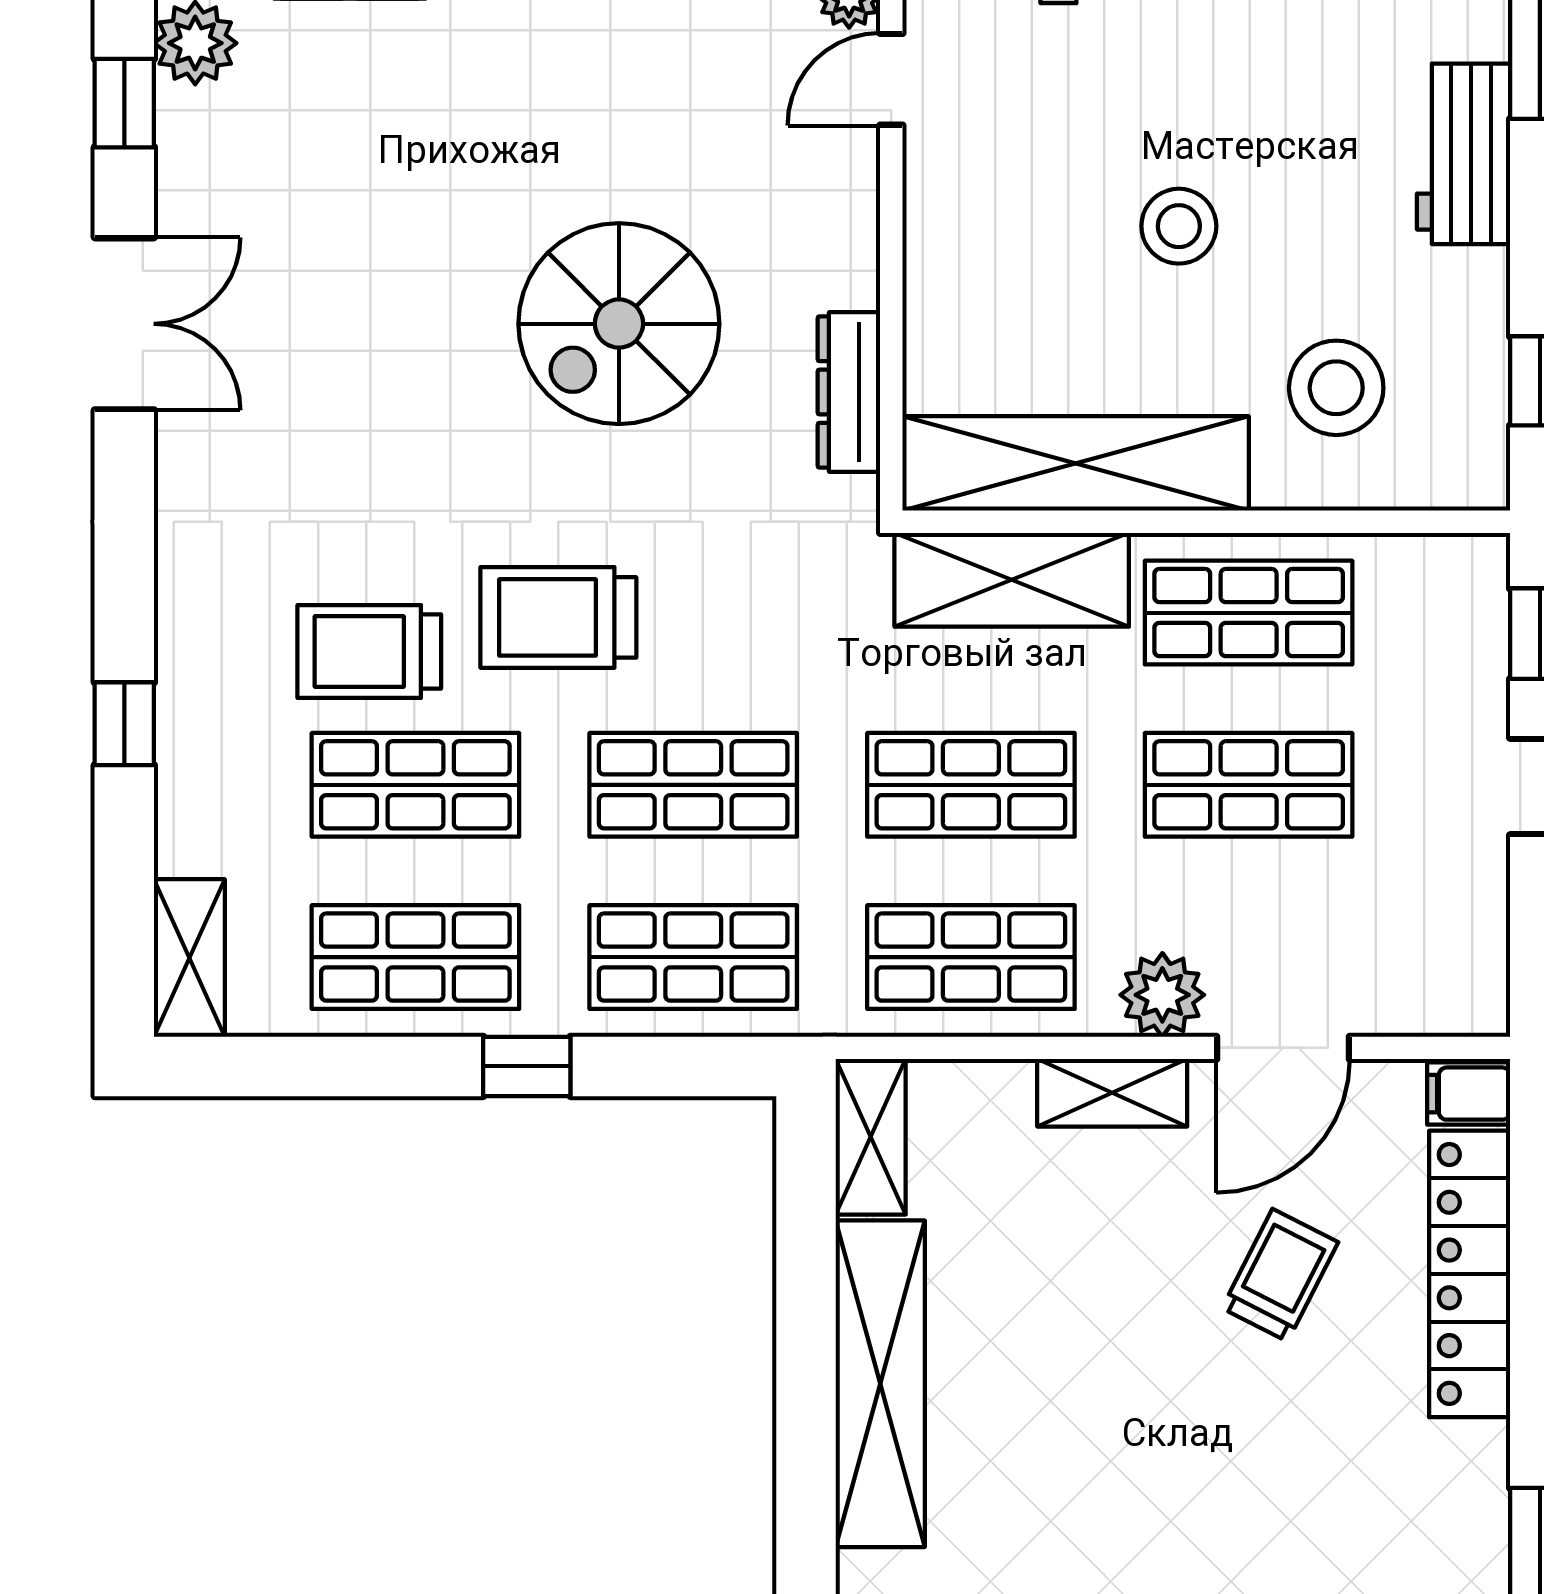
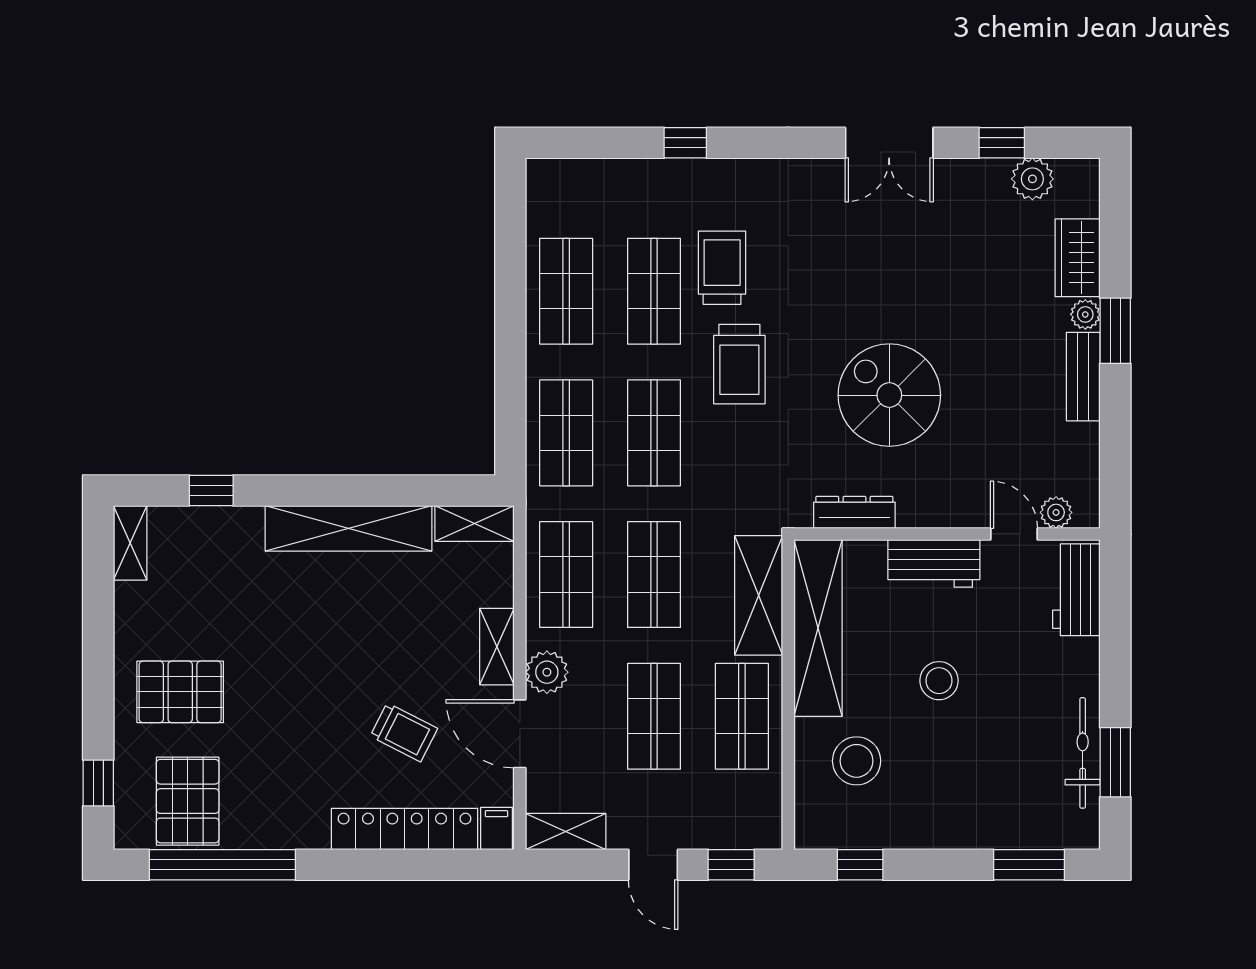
workbench: (1464, 154) -> (934, 563), moved, turned 180
trolley: (558, 617) -> (739, 364), turned 180
shelving: (189, 958) -> (566, 832), moved
window: (527, 1066) -> (510, 348), removed

